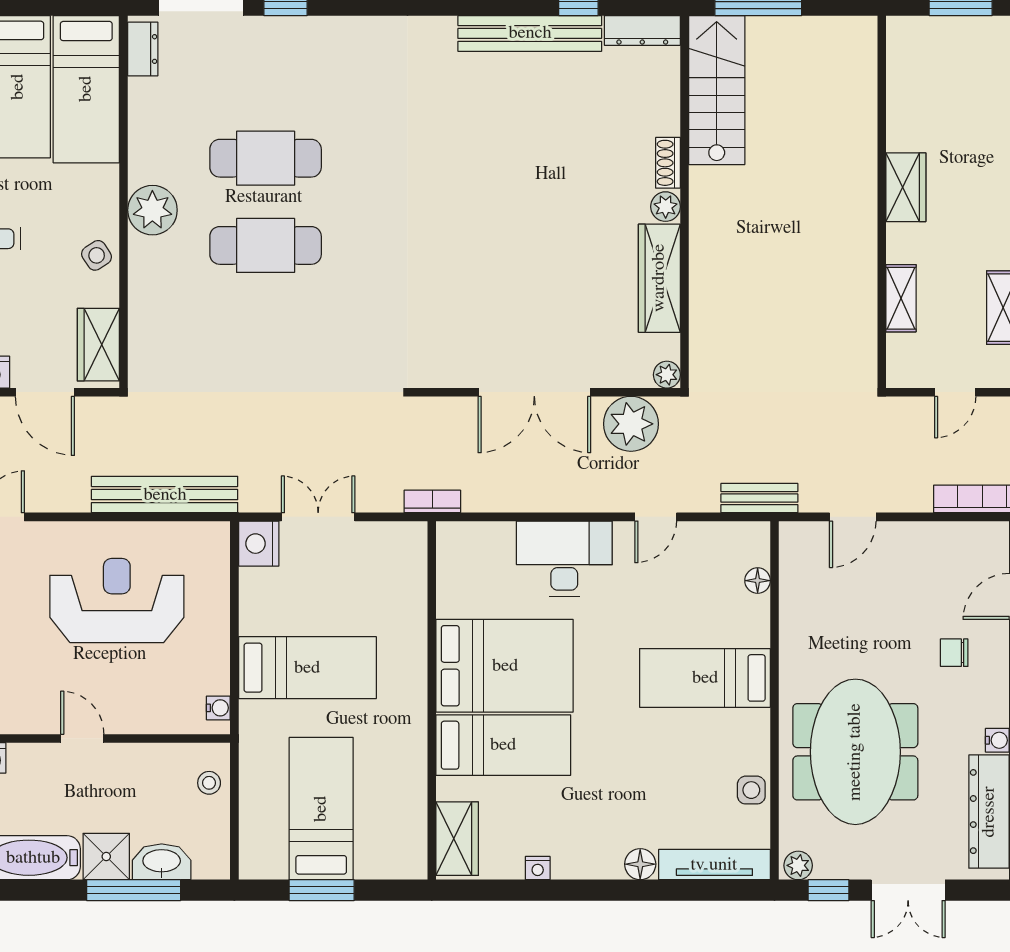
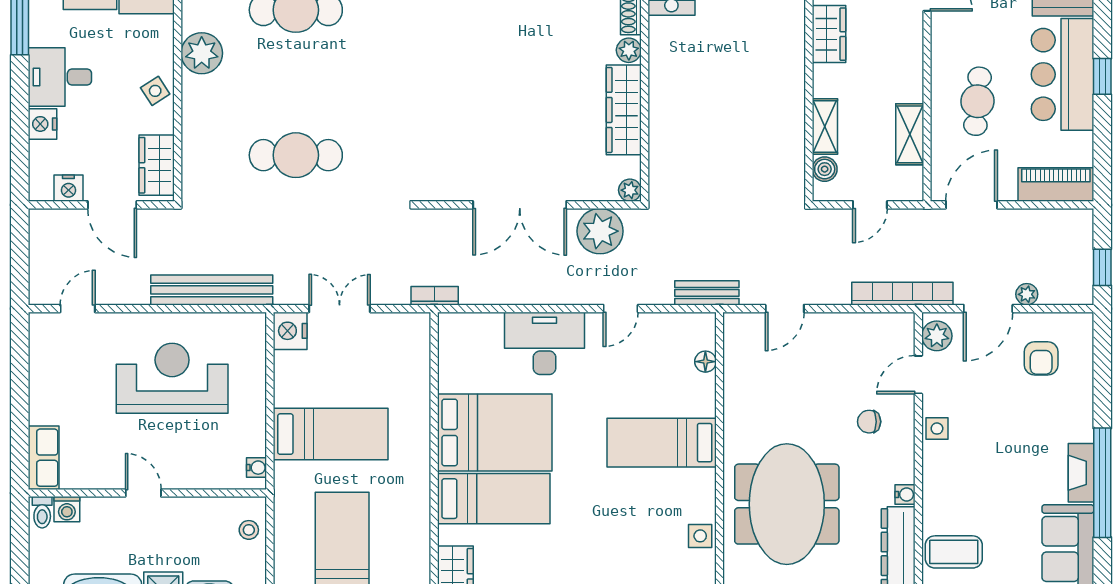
cafe table: (266, 245) -> (296, 155), moved
boiler: (901, 349) -> (825, 169), added

